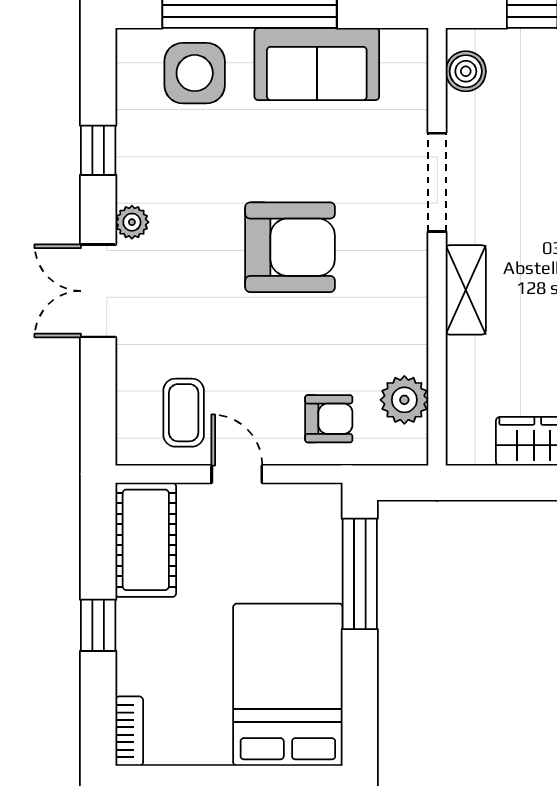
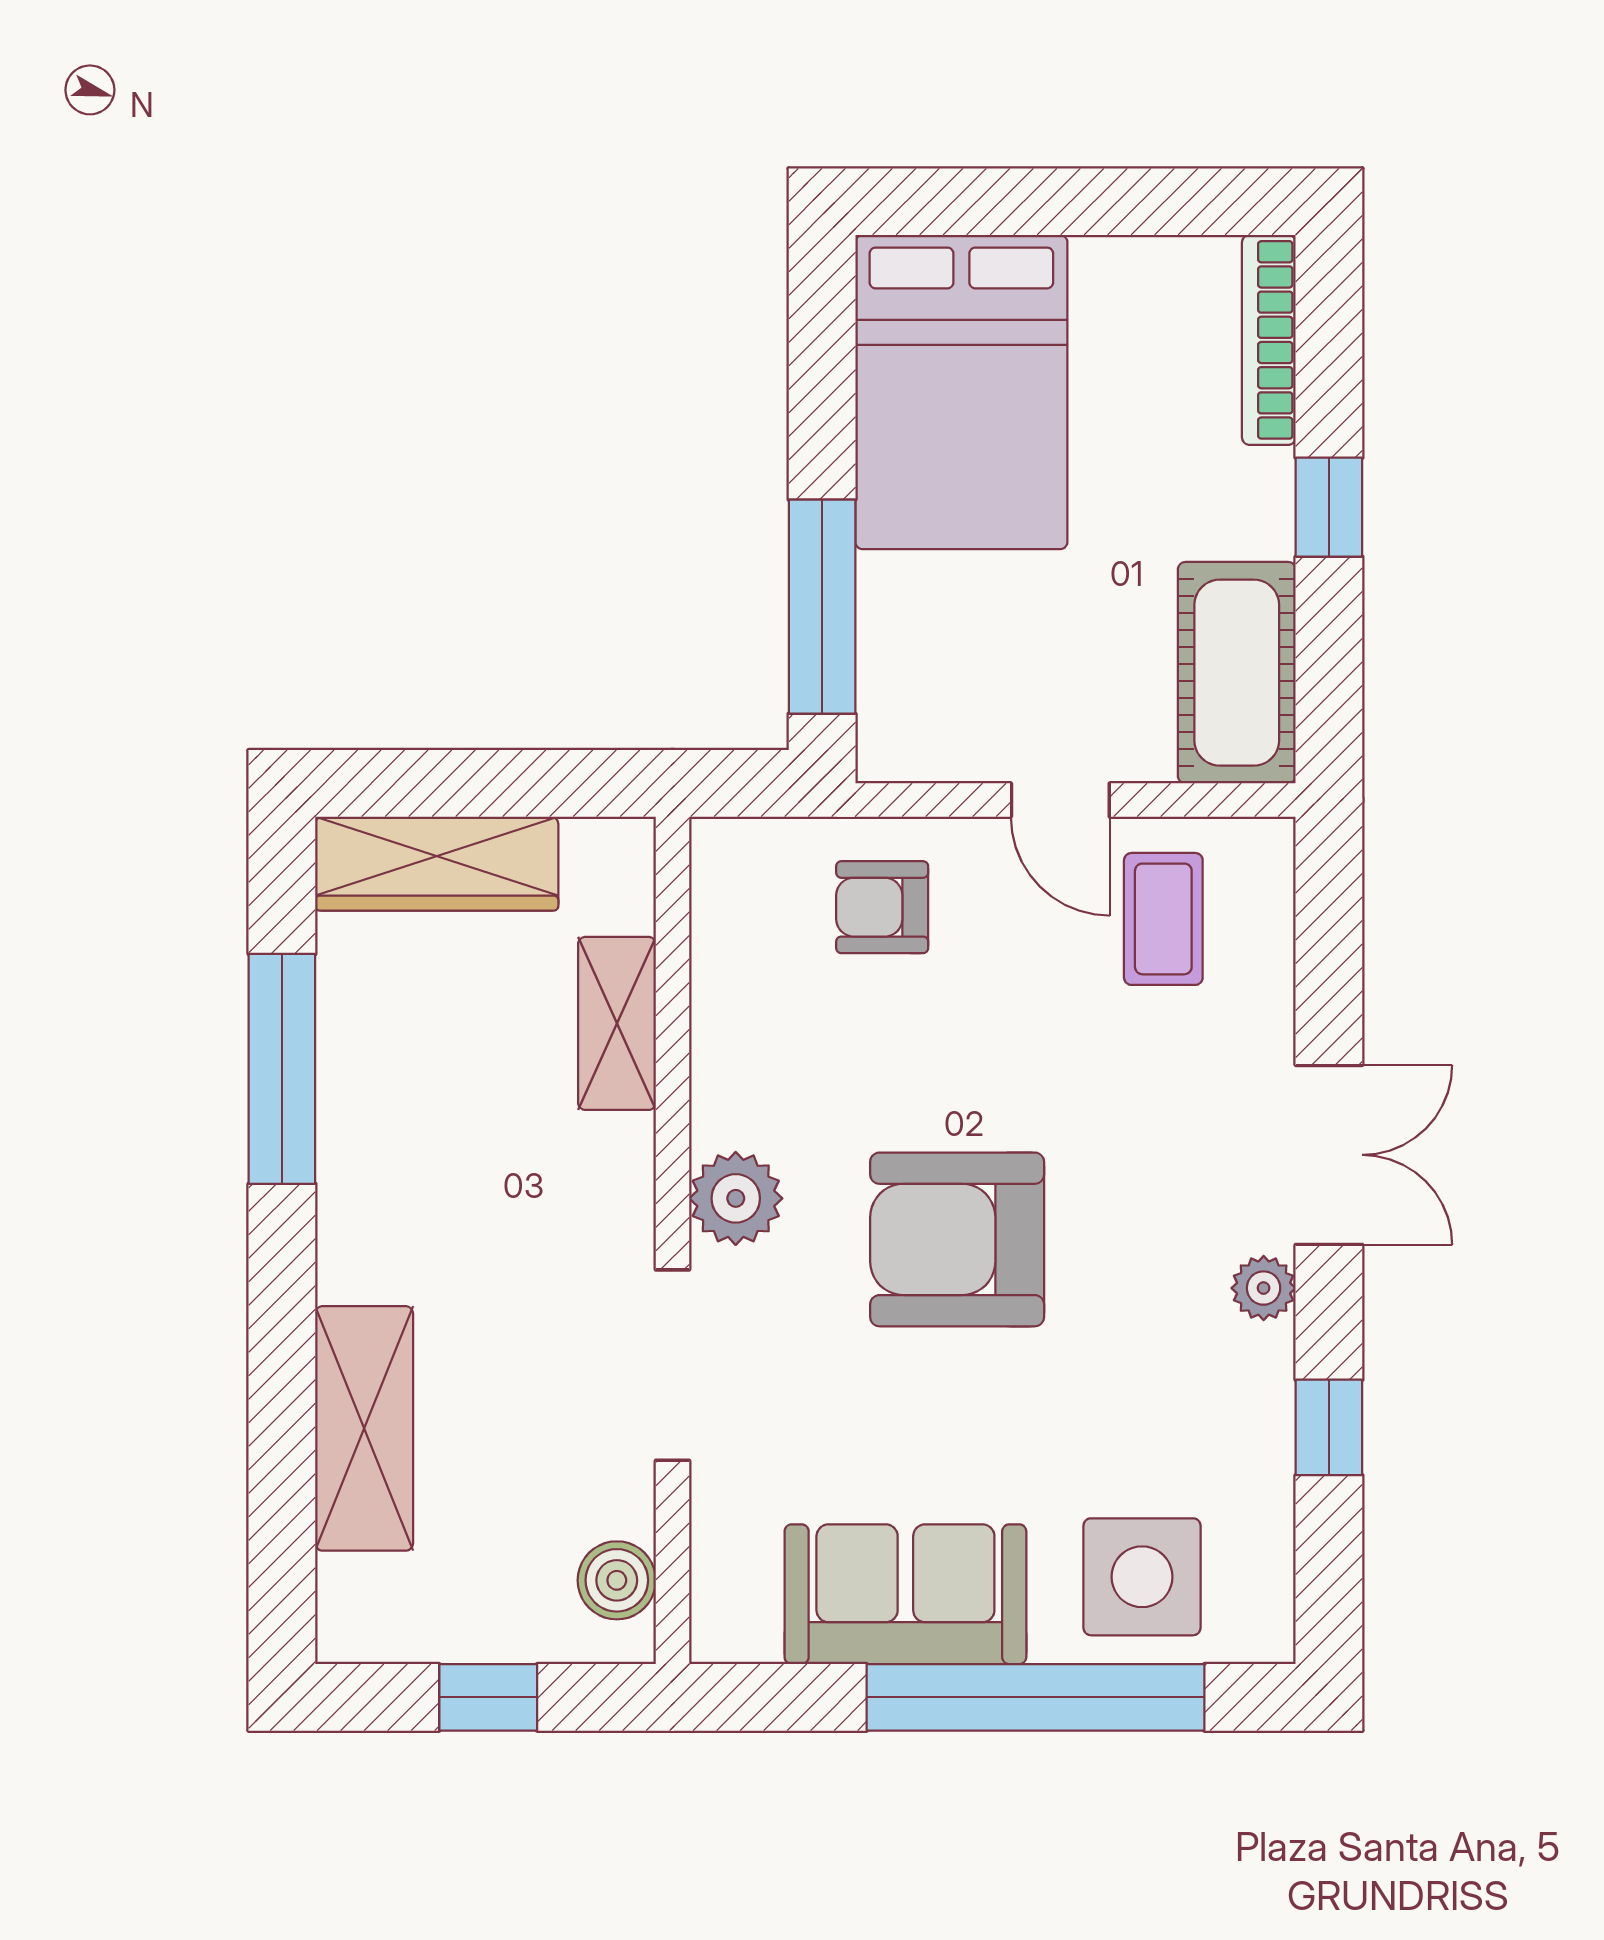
shelving: (466, 290) -> (617, 1023), moved
plant: (404, 400) -> (736, 1198), moved
bookcase: (129, 731) -> (1269, 340), width x1.56

